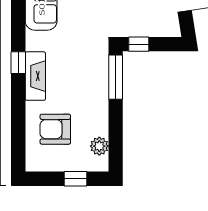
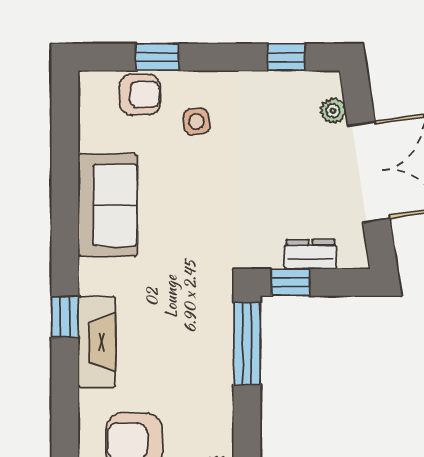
dresser: (150, 29) -> (310, 254), added

